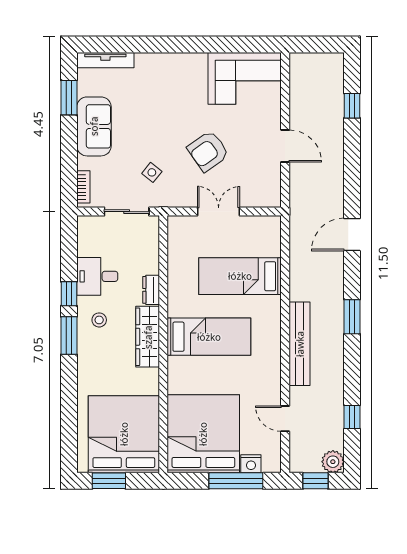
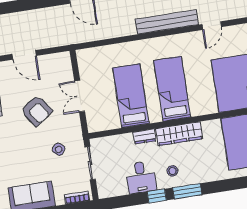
door: (285, 146) -> (24, 55), swing flipped
bed: (240, 276) -> (131, 96), moved, turned 180
door: (285, 419) -> (212, 26), moved

